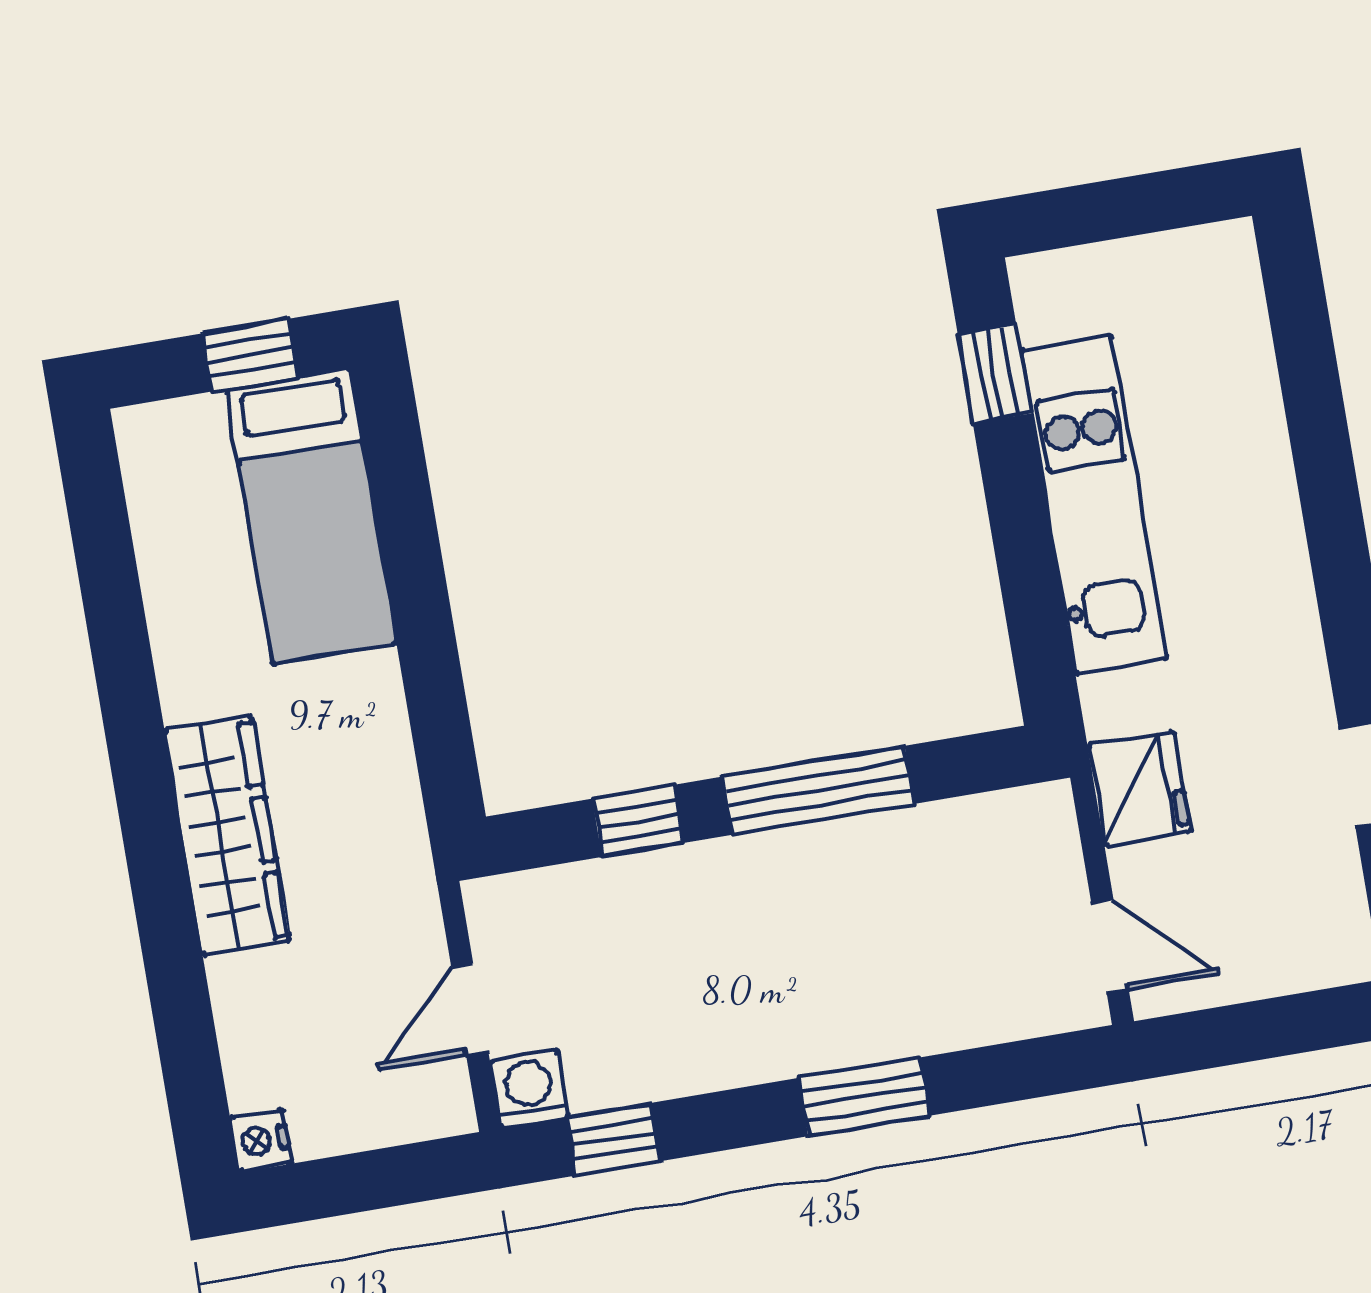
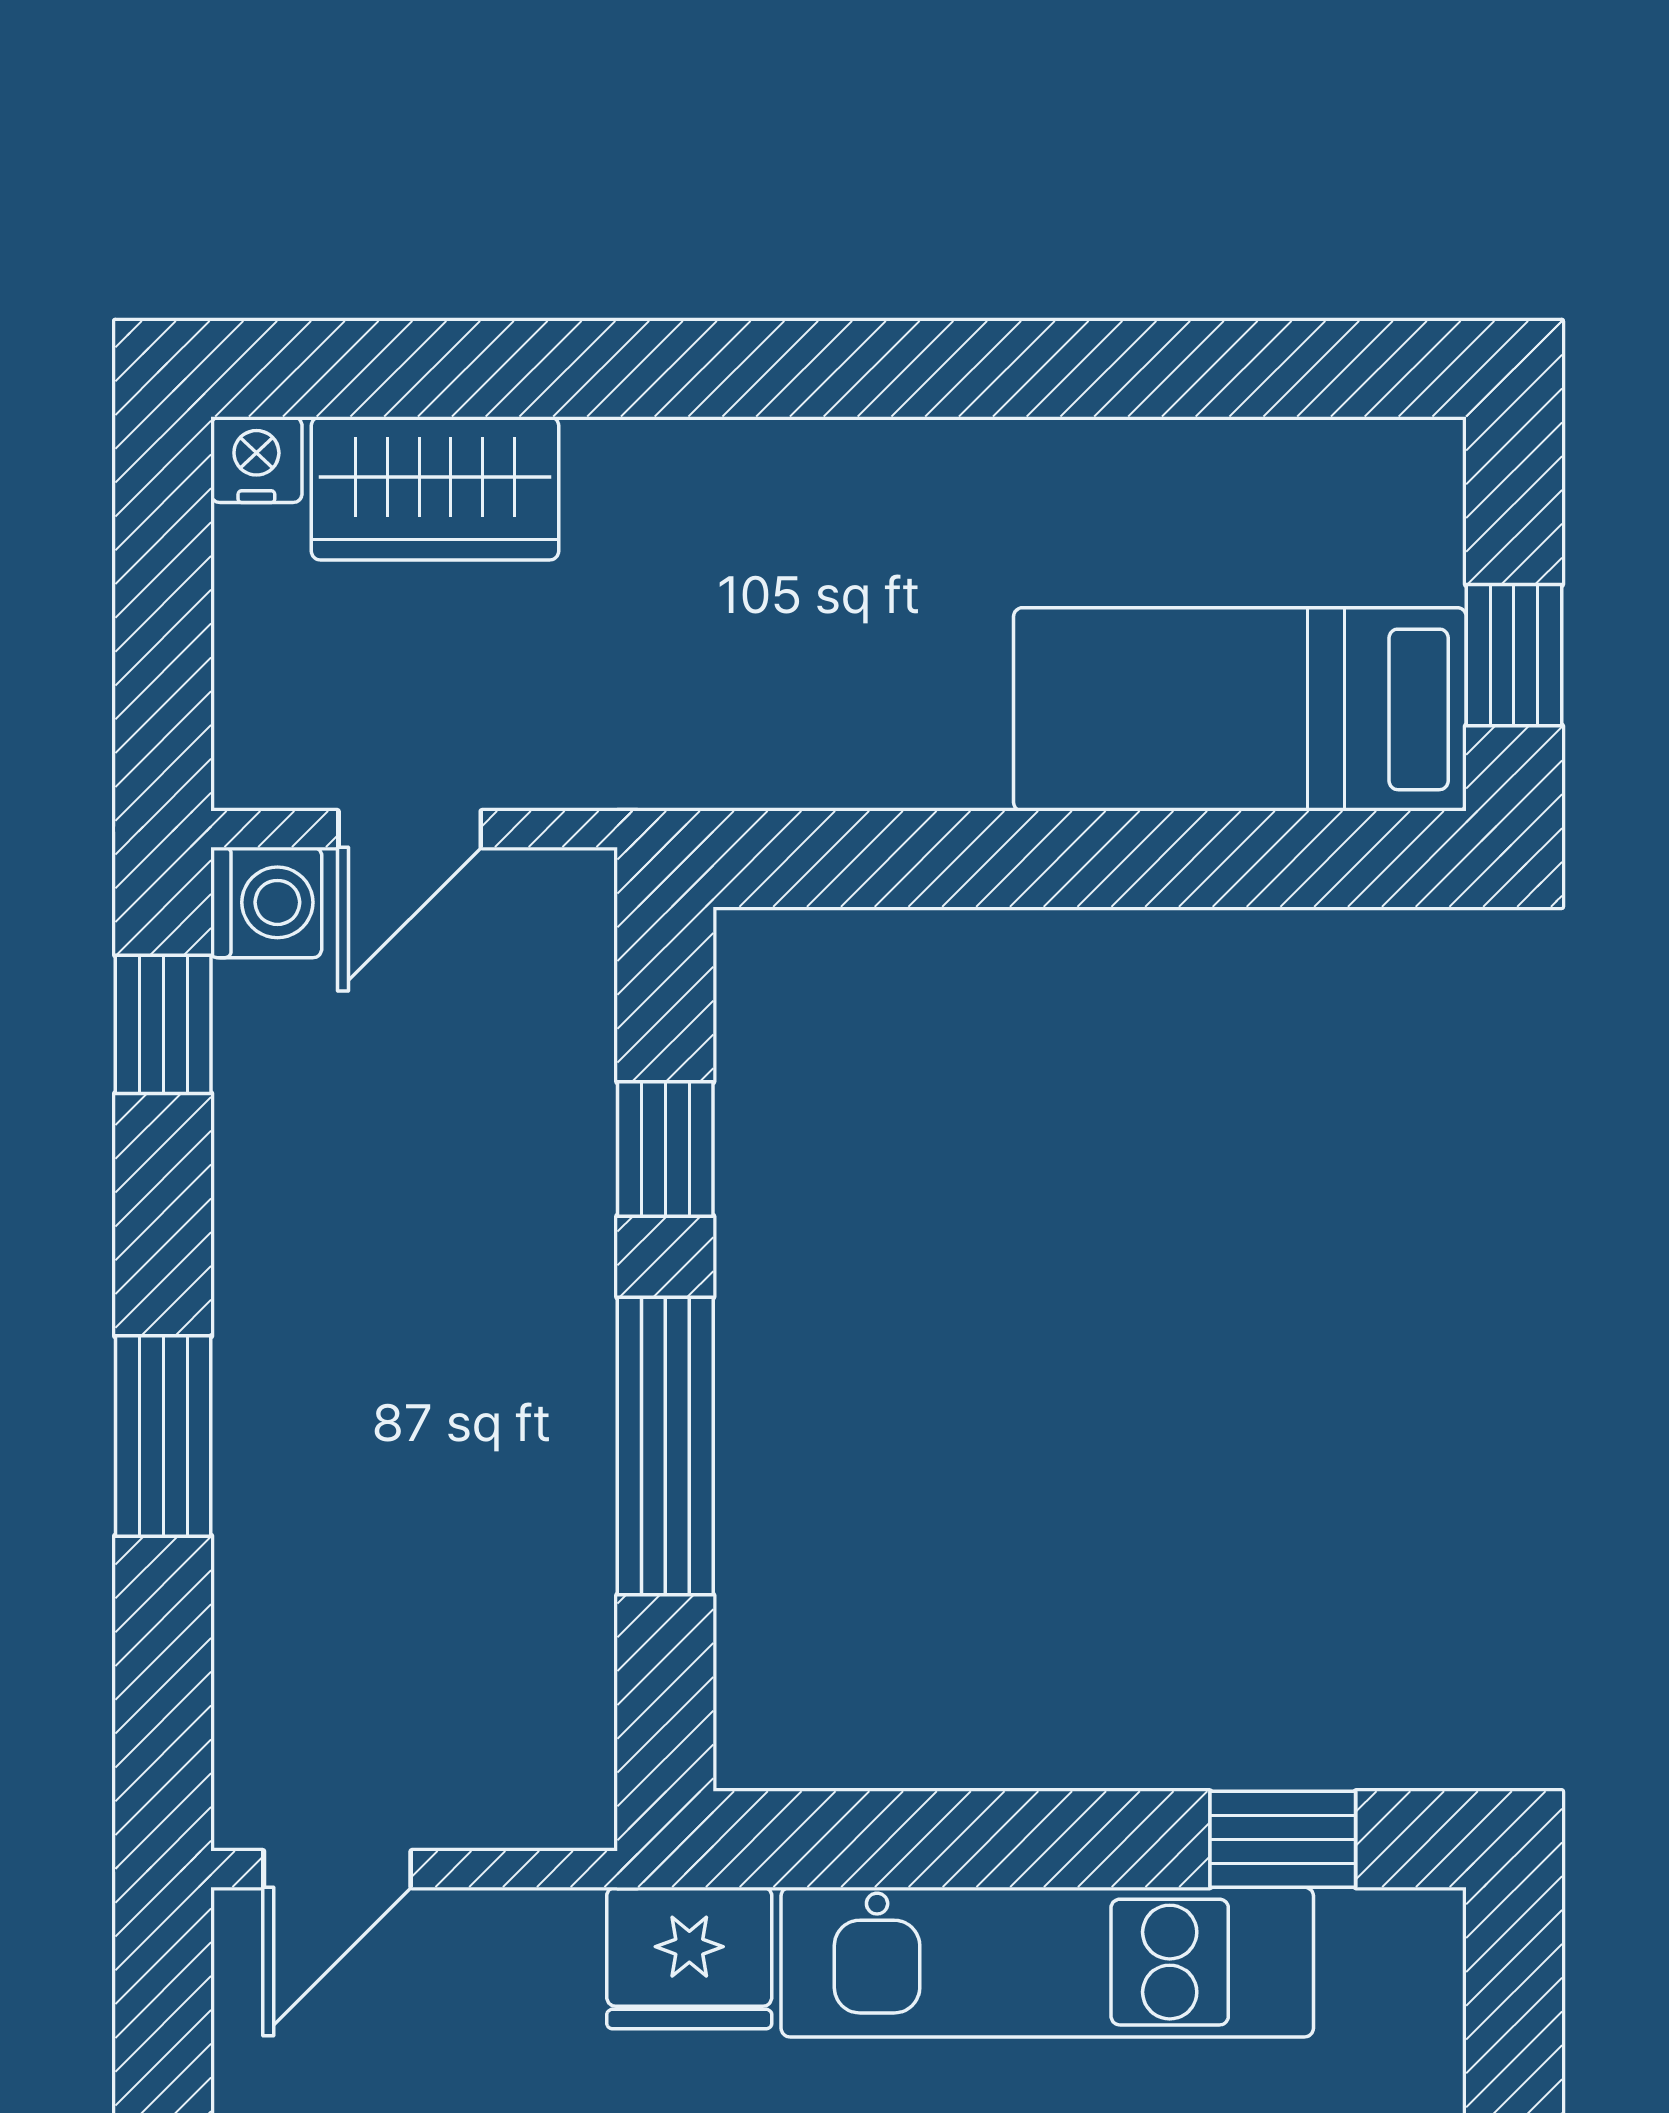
fridge: (1139, 789) -> (689, 1958), moved
wardrobe: (227, 836) -> (435, 488), moved, width x0.67
door: (470, 1009) -> (410, 829), swing flipped

